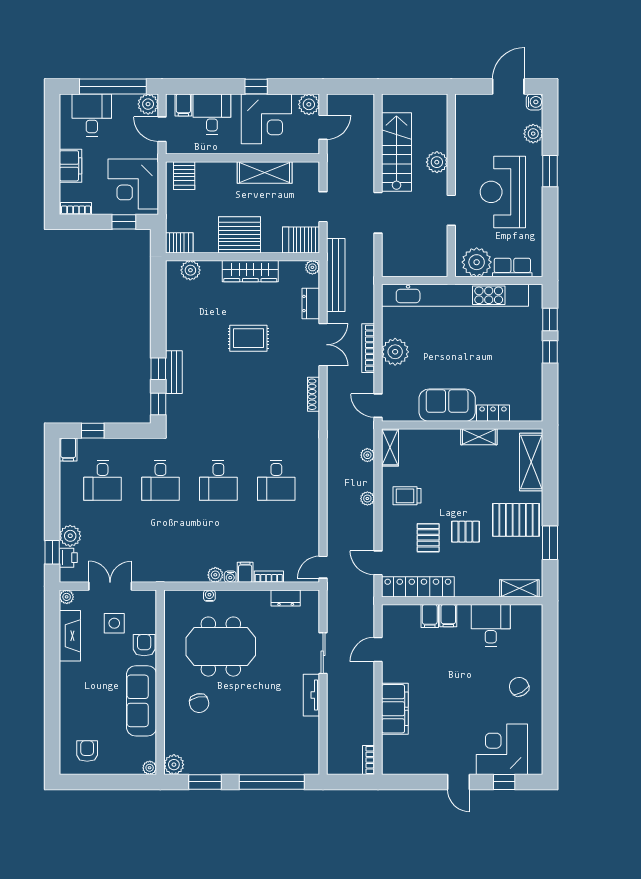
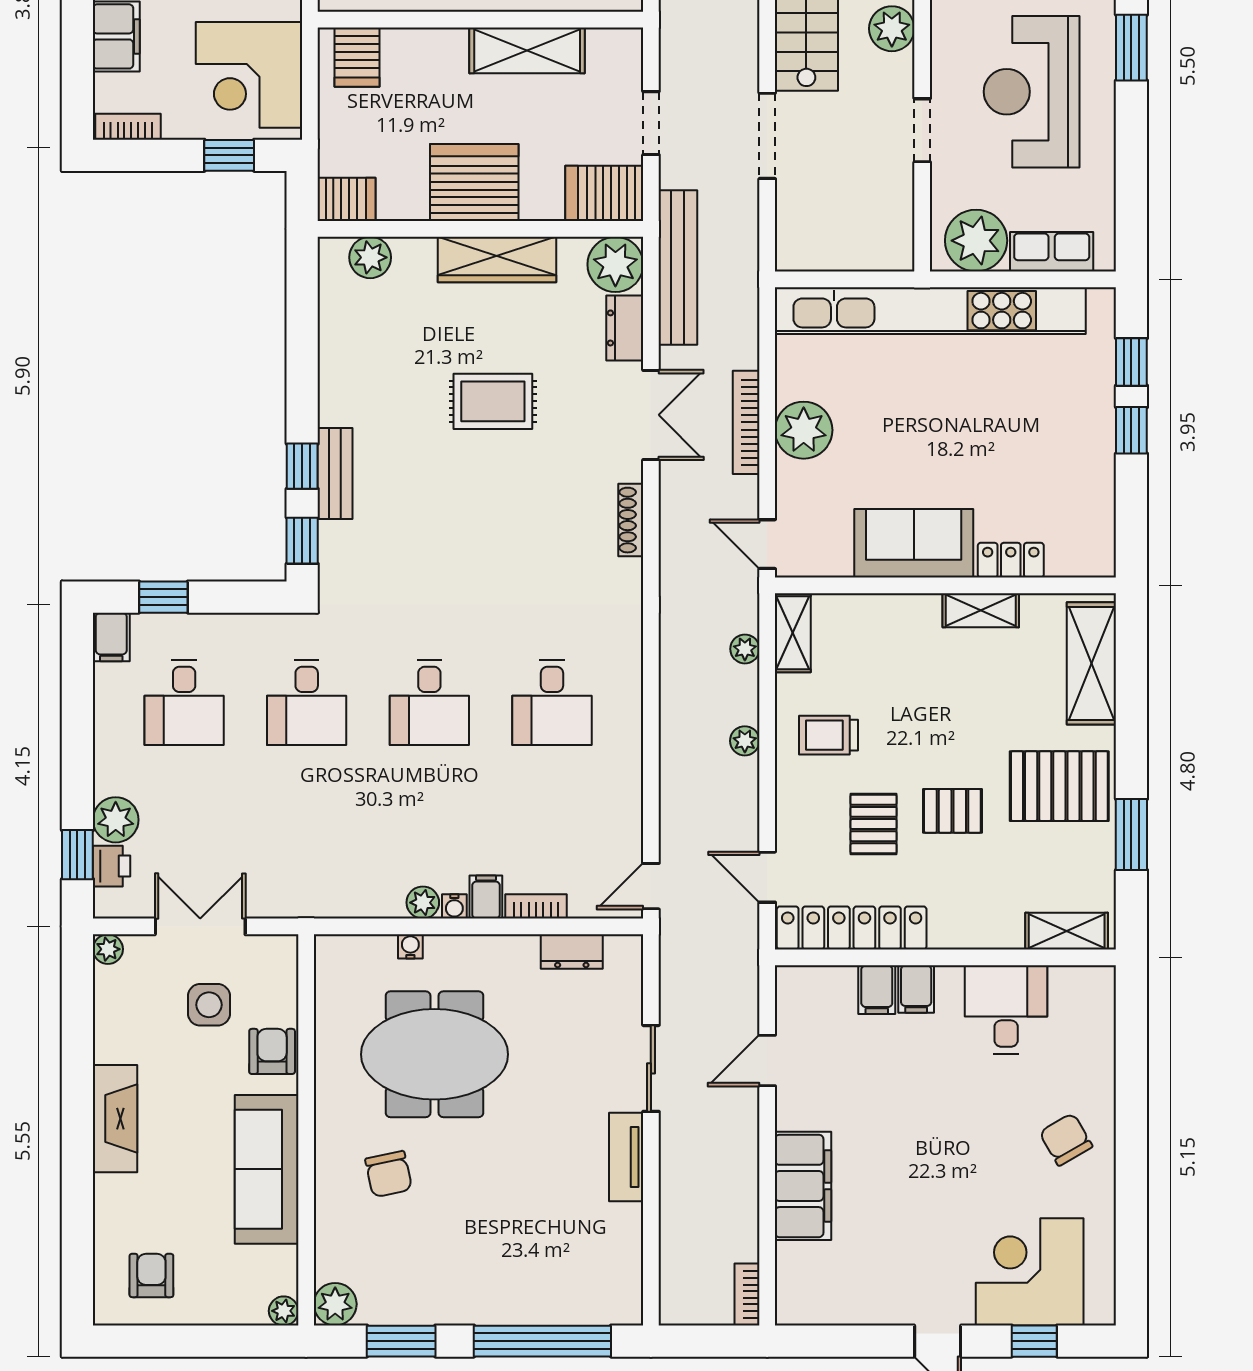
plant: (312, 267) -> (615, 264), width x1.88, depth x1.88
fireplace: (70, 636) -> (115, 1119), moved

